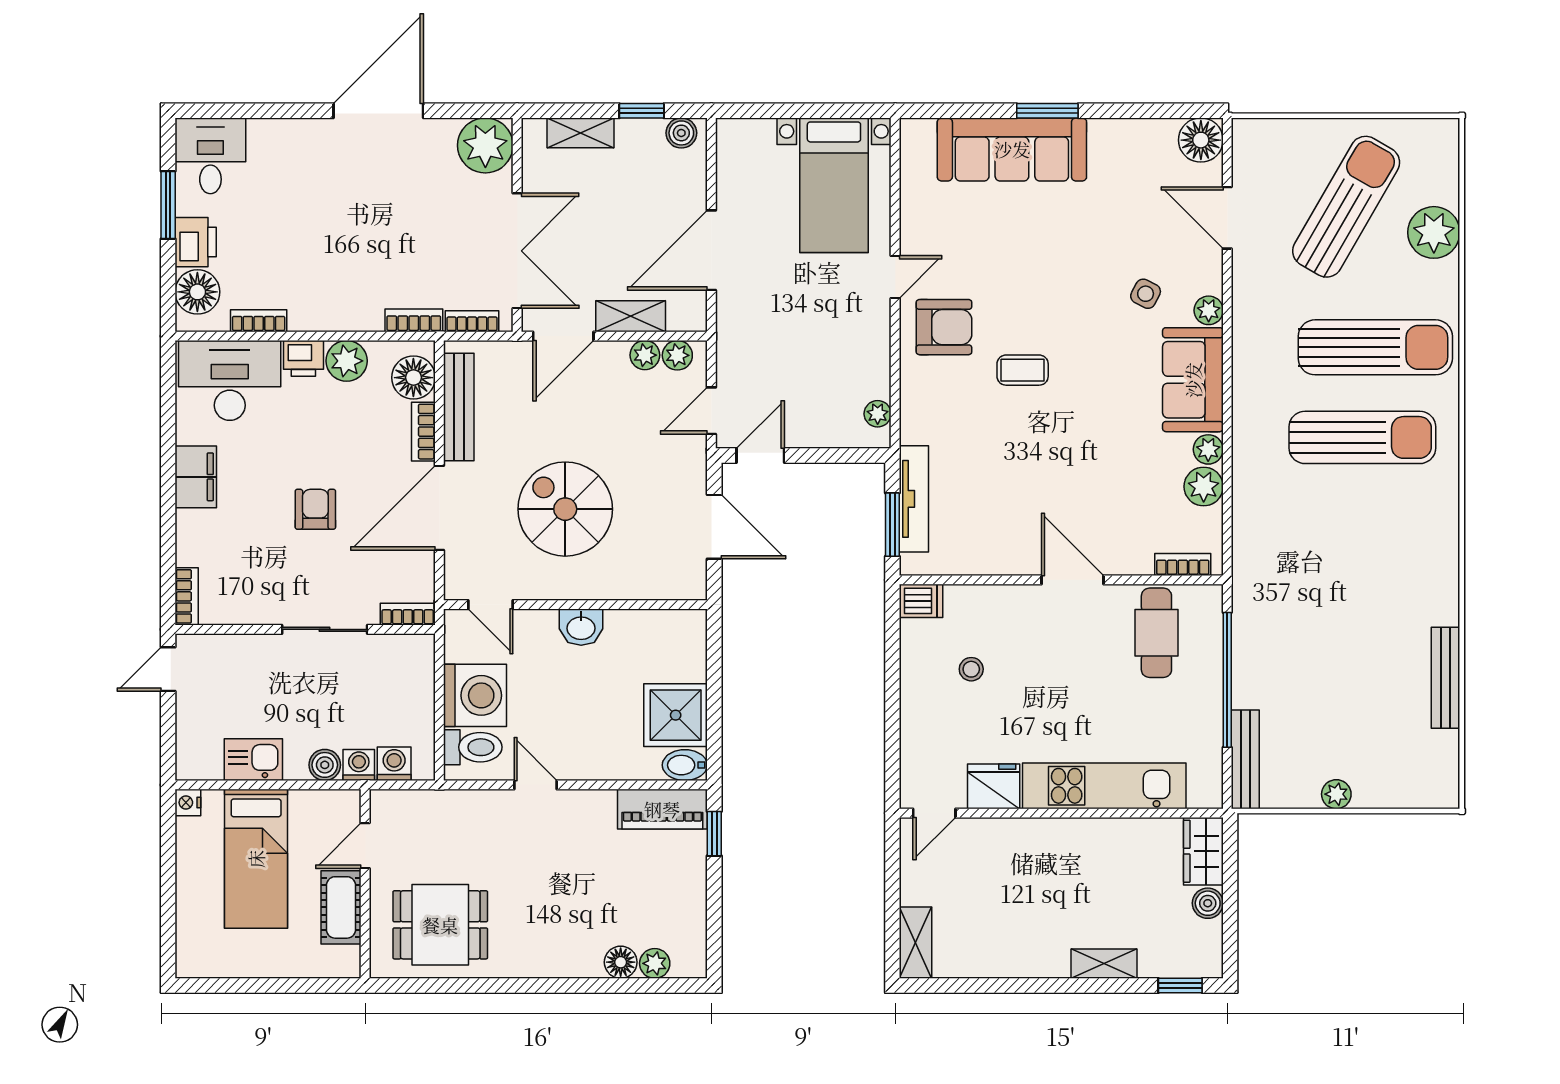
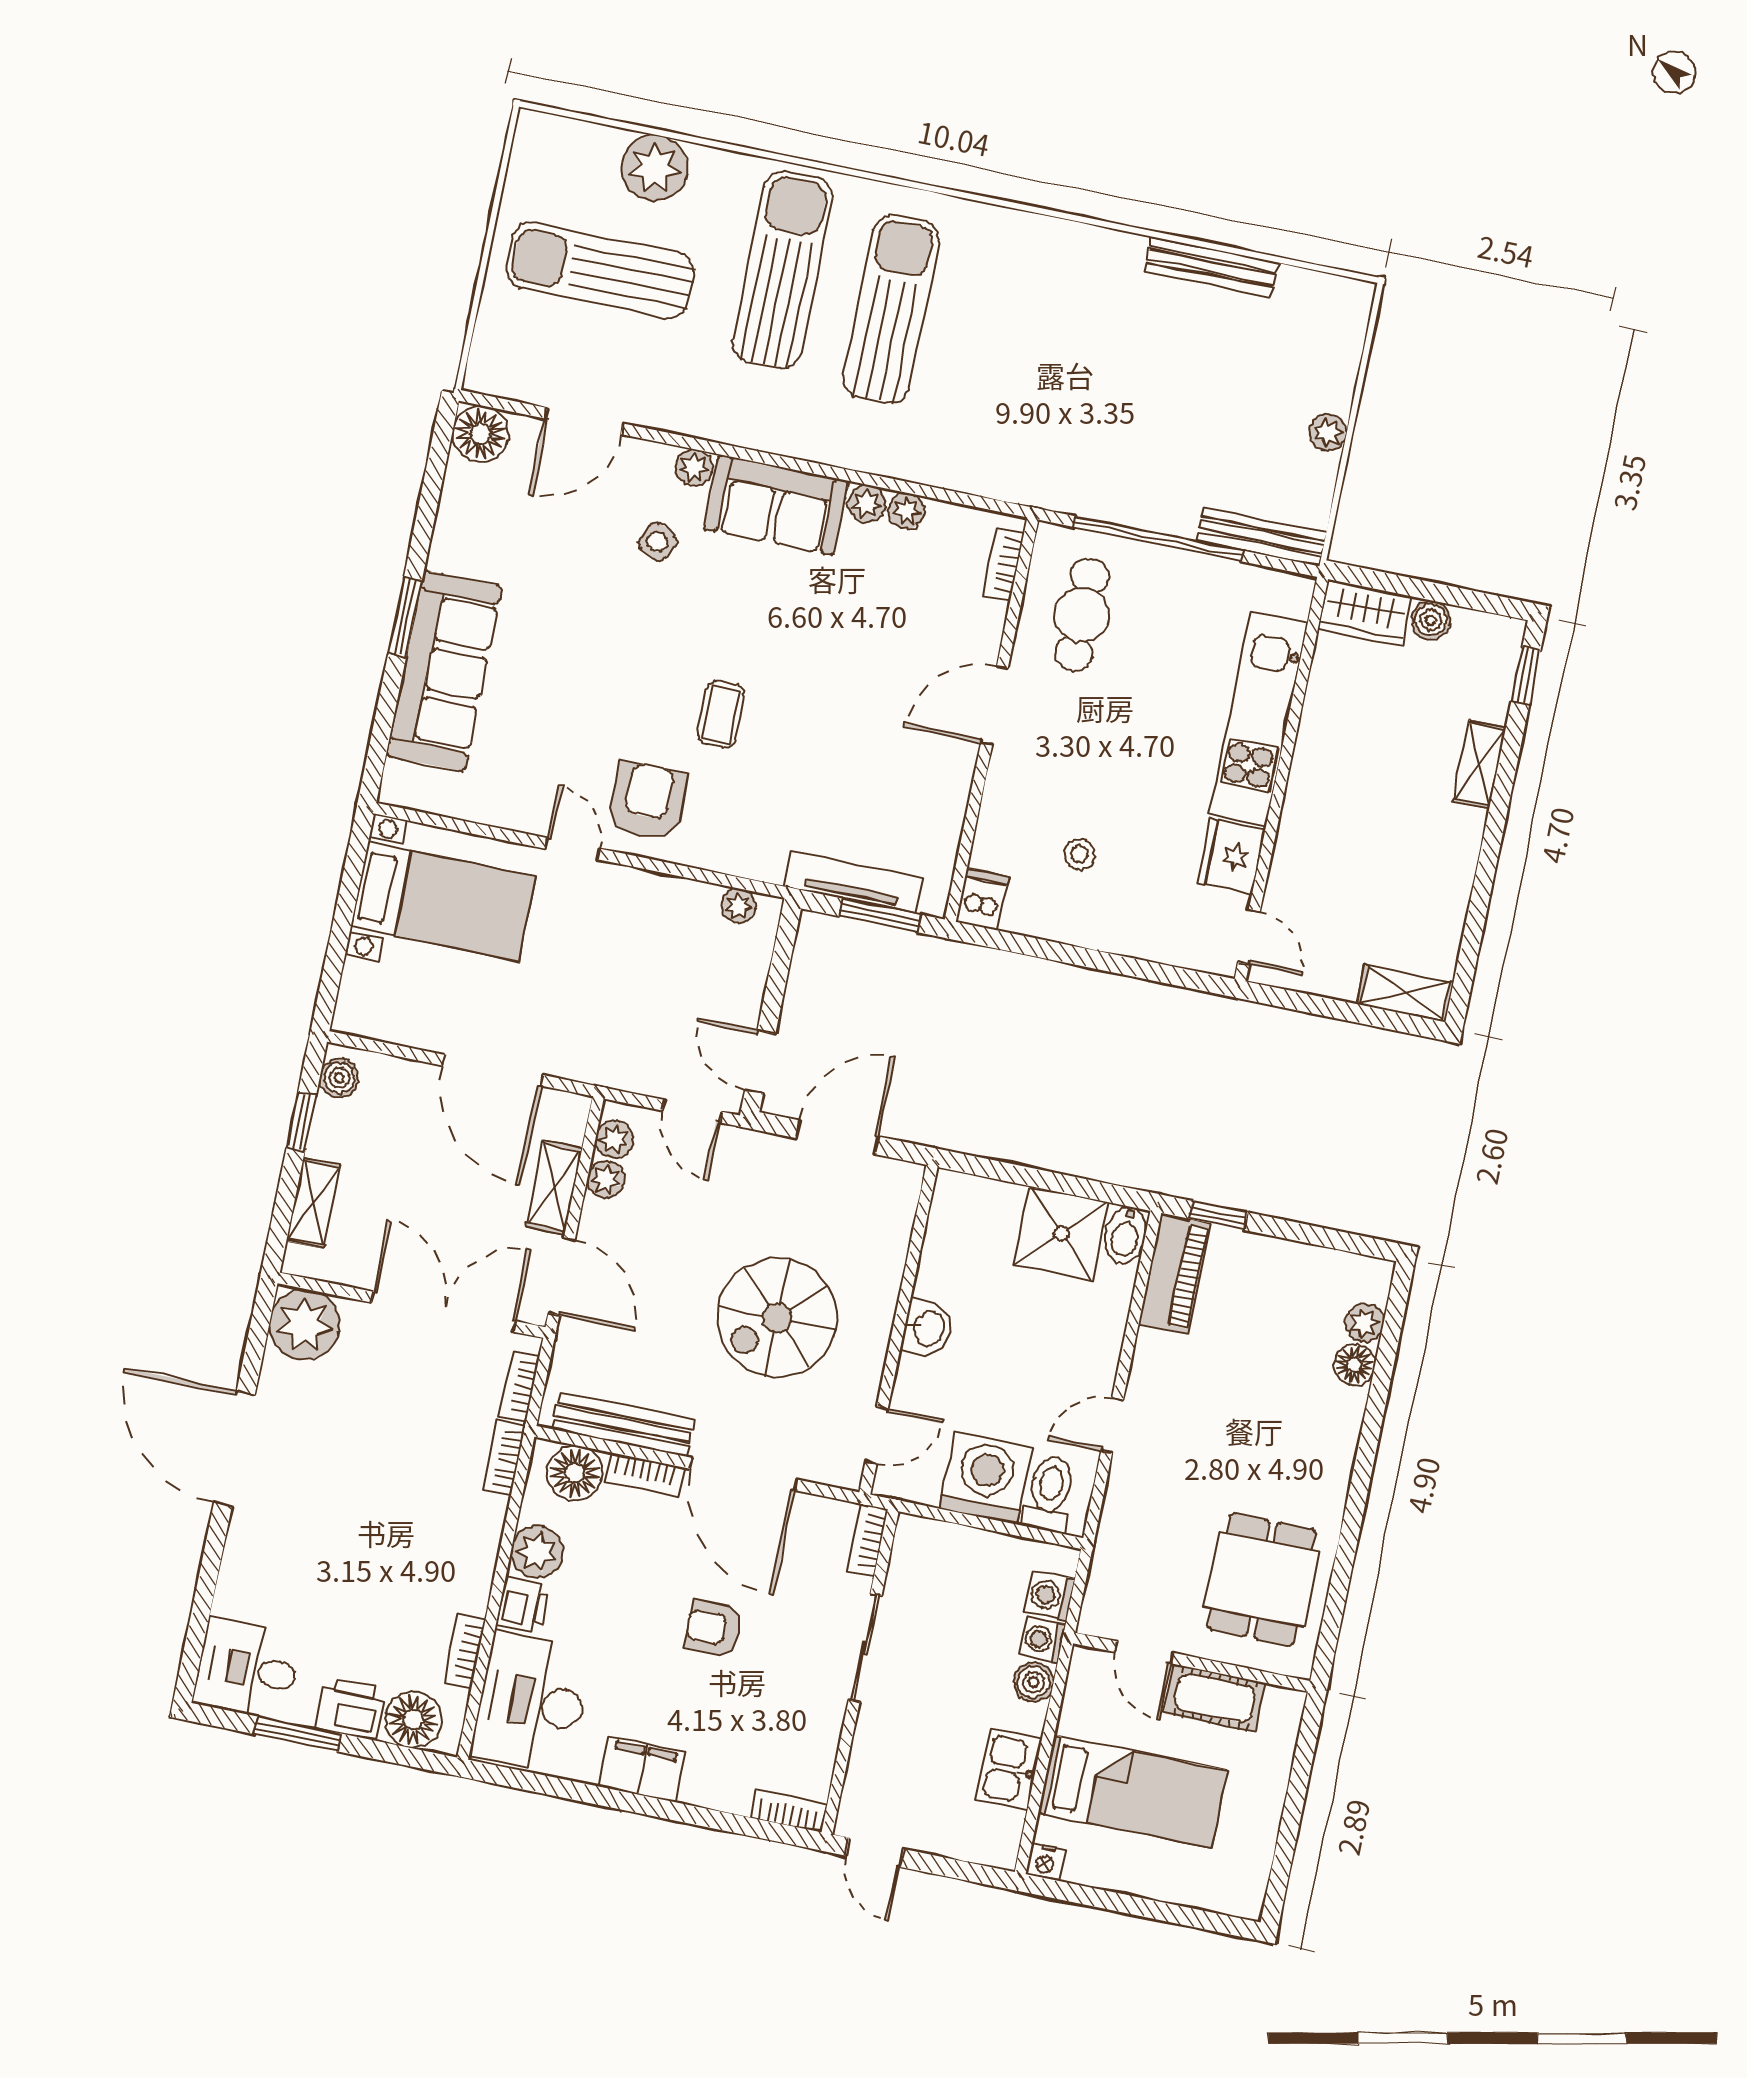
sun lounger: (1346, 207) -> (600, 270), turned -30
plant: (1204, 487) -> (907, 511), width x0.73, depth x0.73
cafe table: (1156, 633) -> (1082, 615), turned 90

